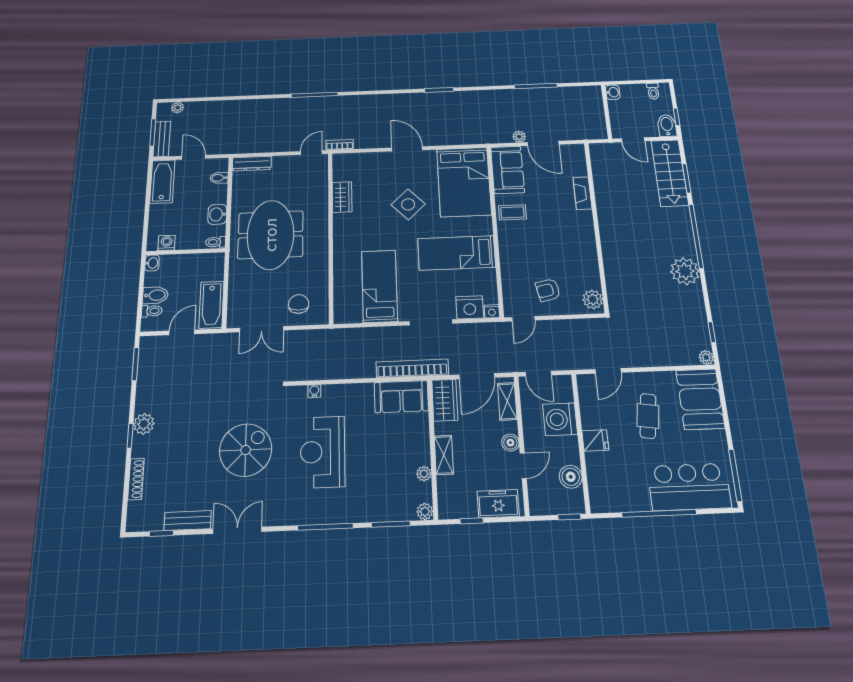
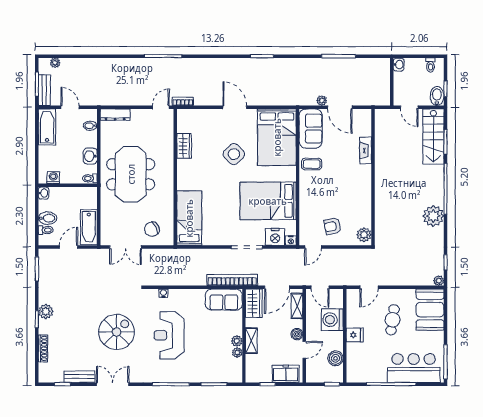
bed: (457, 253) -> (268, 201), width x1.50
bed: (379, 286) -> (189, 218), moved
chair: (299, 304) -> (152, 229), turned -117
plant: (425, 512) -> (237, 341), moved

